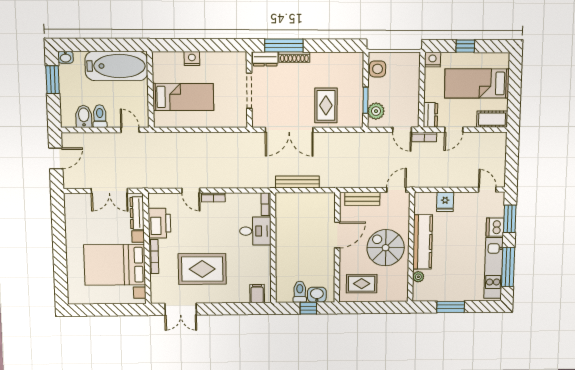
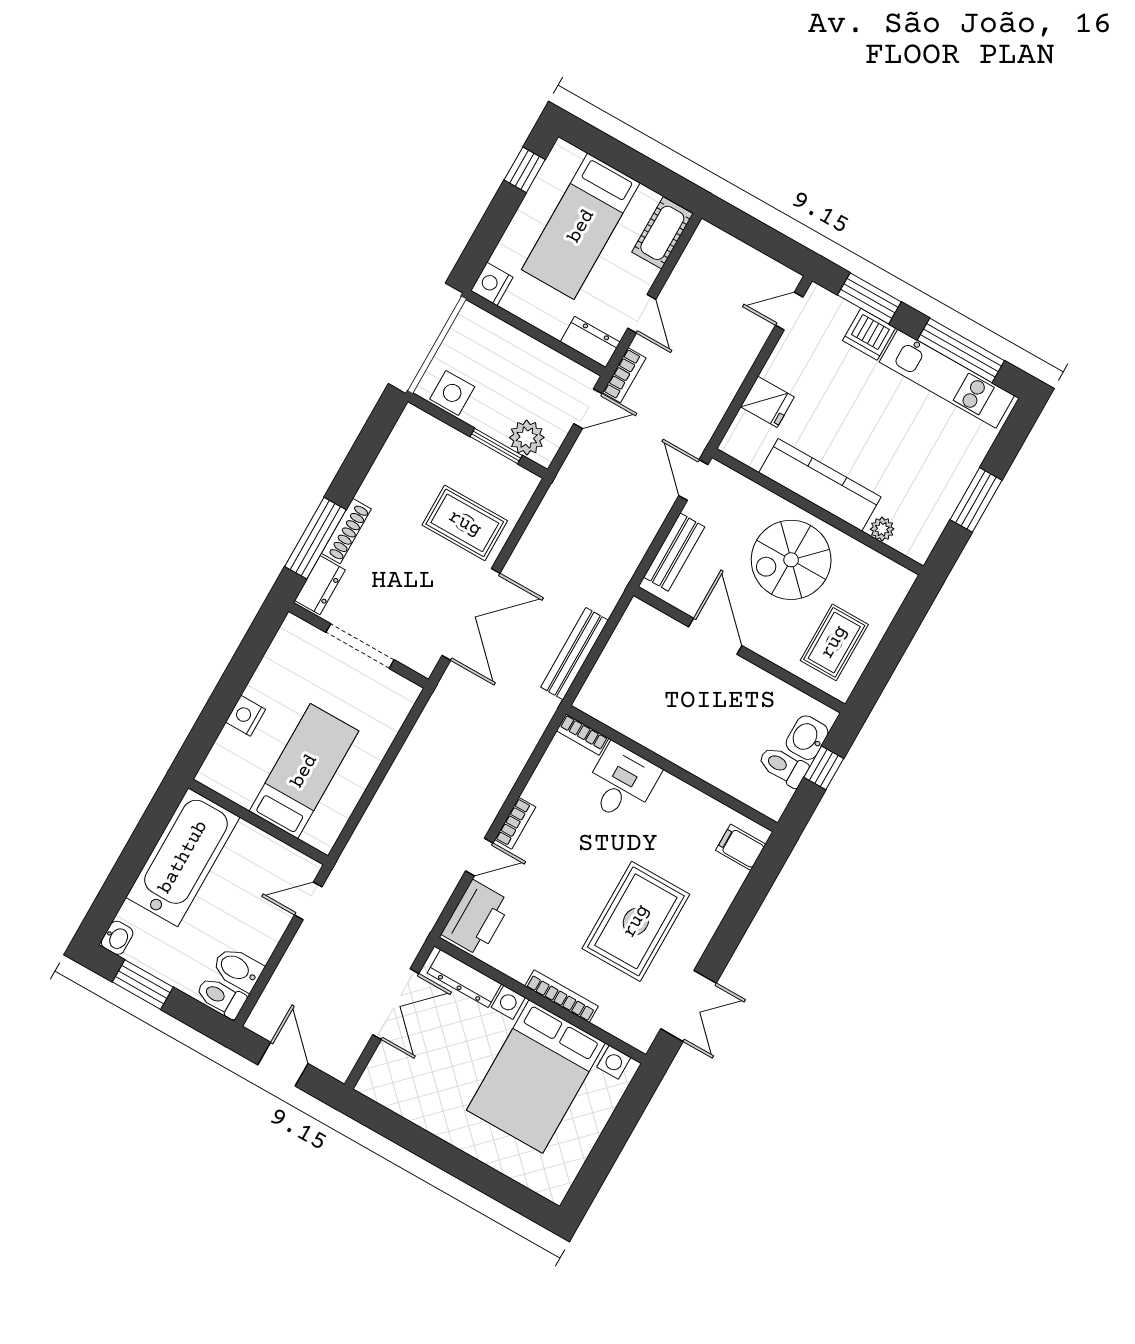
window: (465, 46) -> (525, 170), moved
toilet: (100, 116) -> (221, 997), moved
printer: (159, 223) -> (476, 918), moved, turned 90

